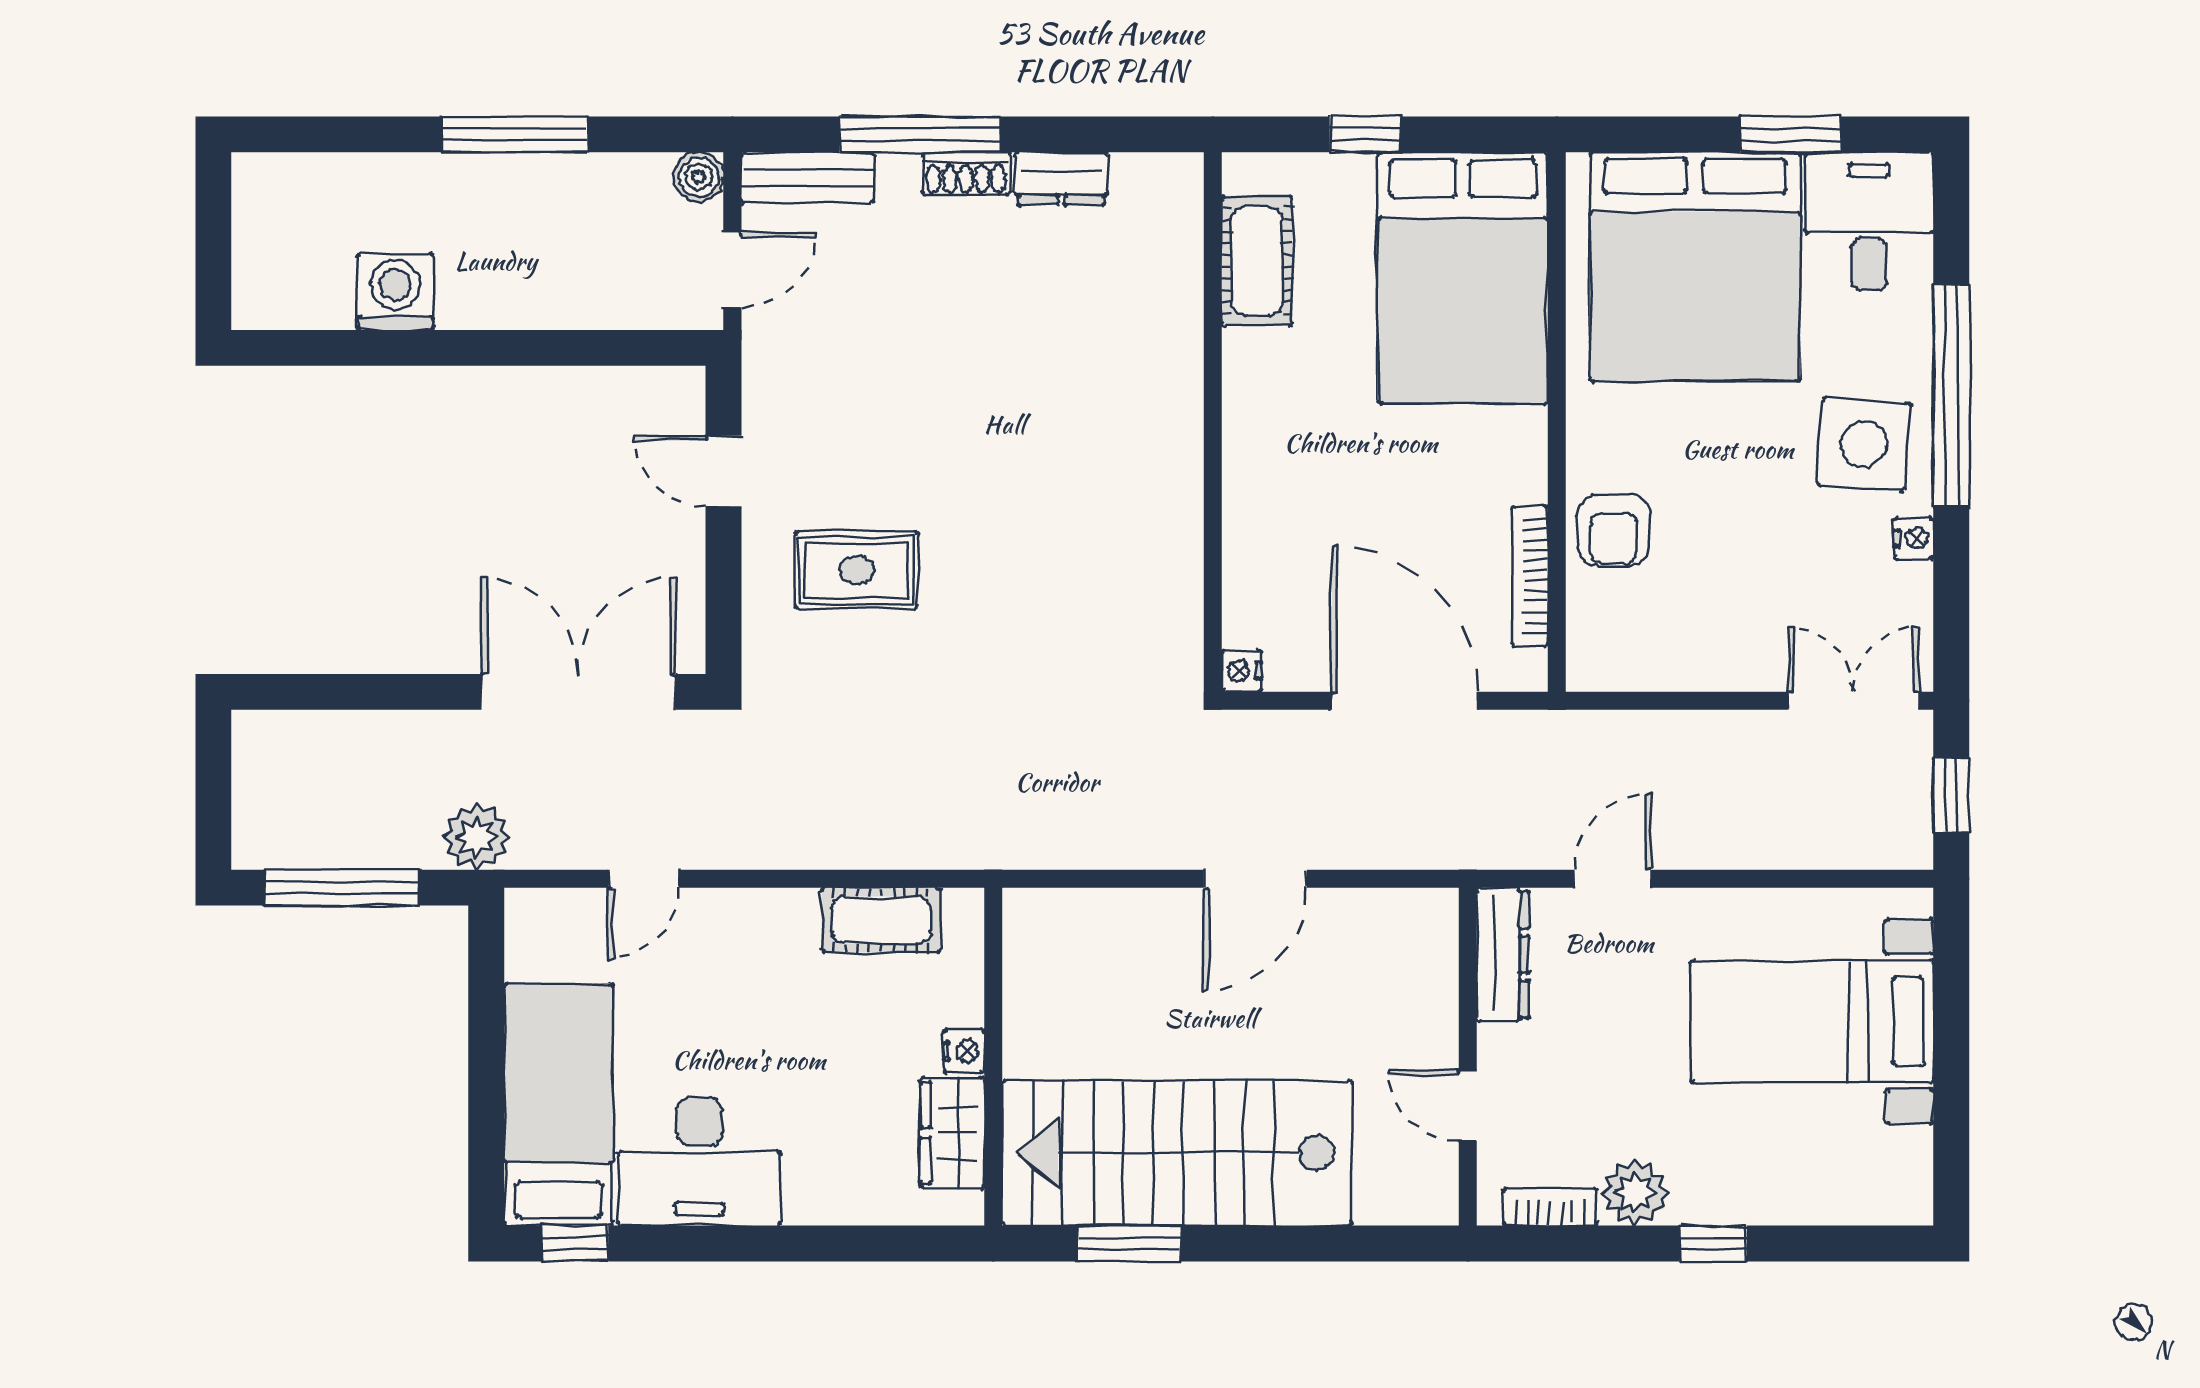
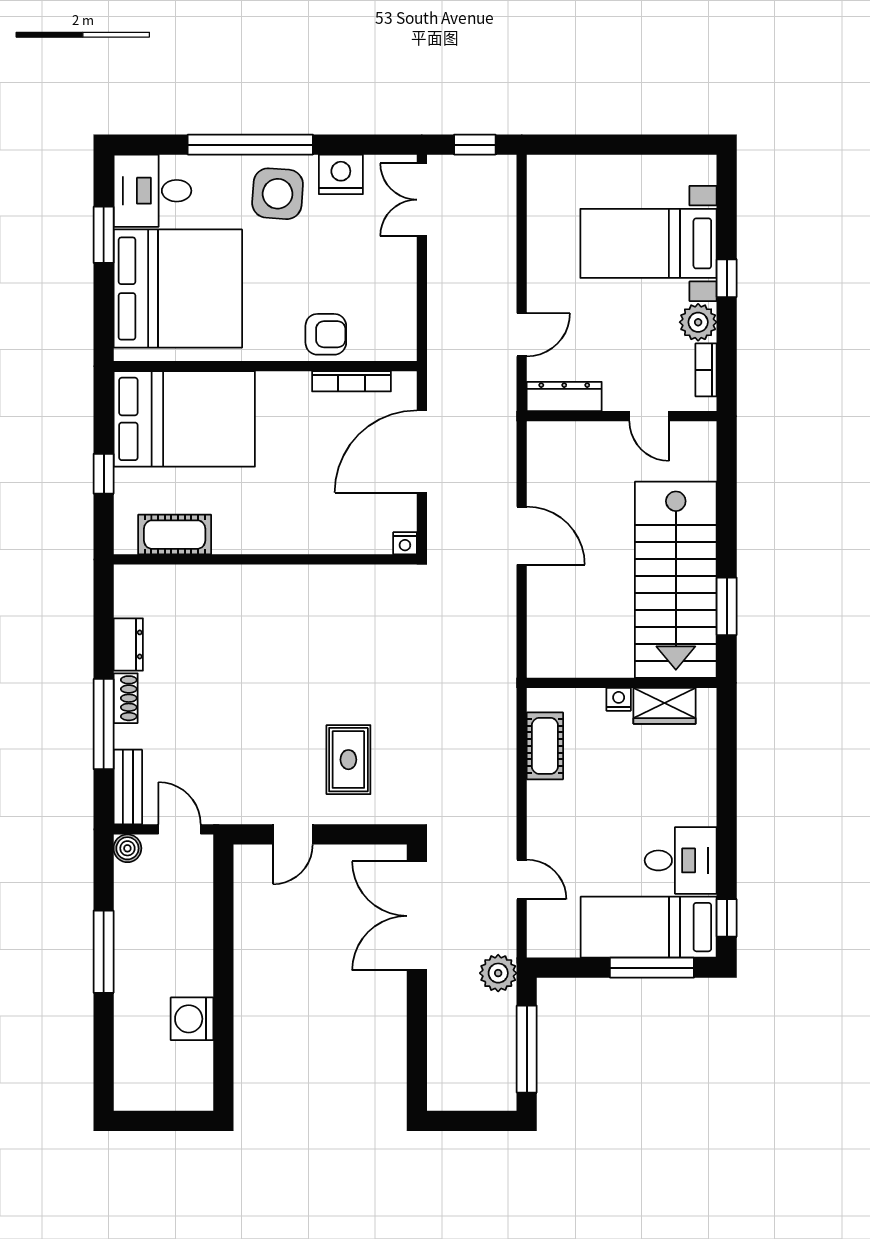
nightstand: (1914, 538) -> (341, 174), width x1.89, depth x1.79
door: (1613, 879) -> (522, 335), swing flipped
bed with nightstands: (1812, 1021) -> (649, 243), moved, turned 90
door: (1468, 1106) -> (649, 416), hinge flipped
window: (486, 1110) -> (652, 968), added
desk: (699, 1162) -> (681, 860), width x0.73

